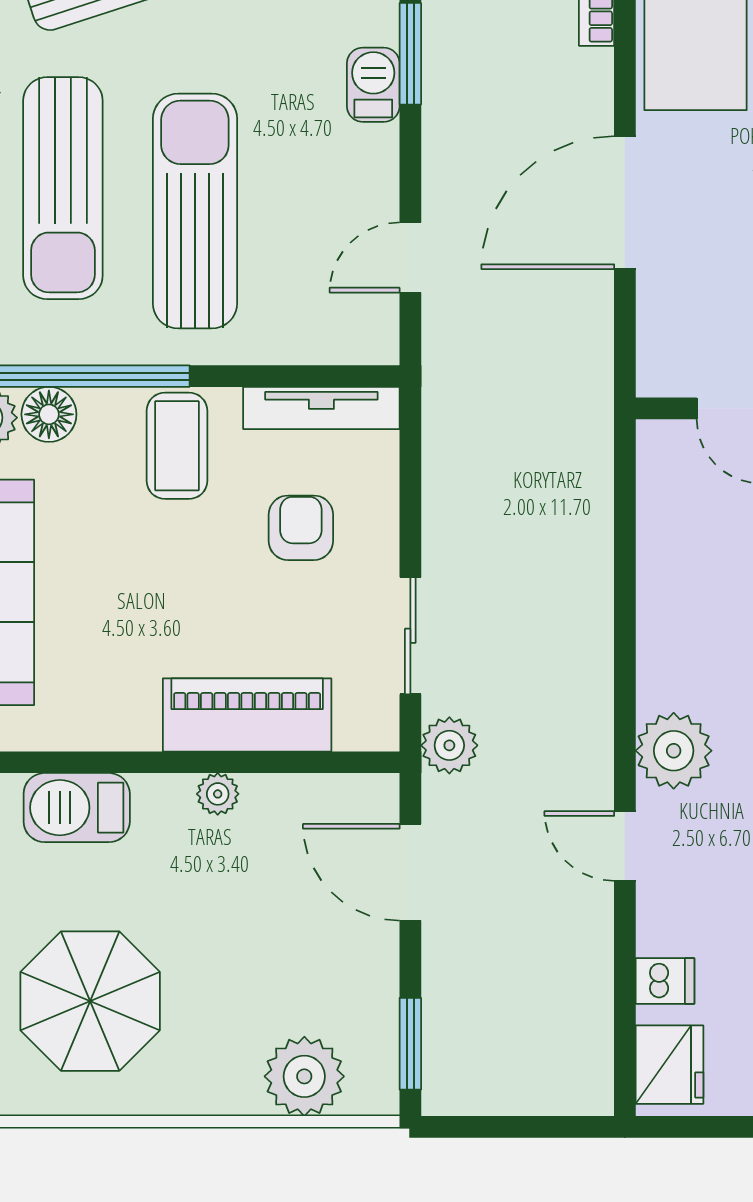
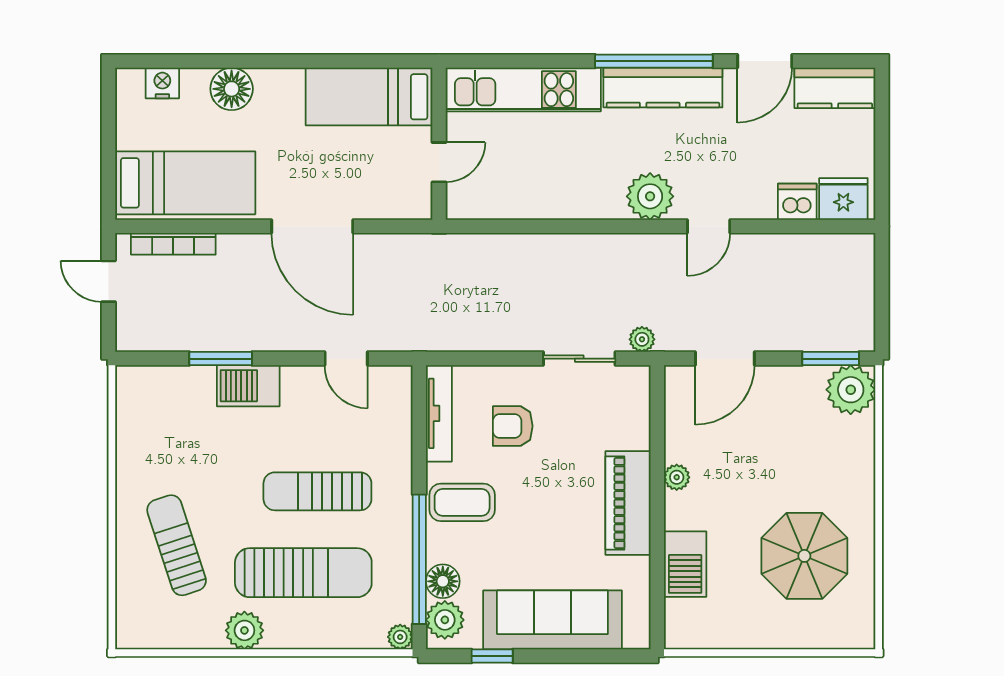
barbecue: (373, 85) -> (248, 386), width x1.38, depth x1.27
sun lounger: (195, 211) -> (317, 491), width x0.73, depth x0.75
piano: (247, 715) -> (628, 503), moved
plant: (449, 745) -> (642, 339), width x0.73, depth x0.73
dishwasher: (665, 981) -> (797, 202), width x1.38
plant: (304, 1076) -> (851, 390), moved

